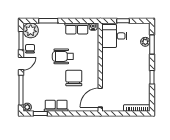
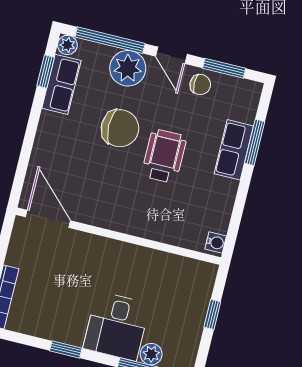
row of seats: (77, 28) -> (234, 150), moved
plant: (31, 30) -> (128, 68), moved
desk: (114, 36) -> (116, 326), moved, turned 180
chair: (74, 78) -> (120, 128), moved
row of seats: (56, 106) -> (61, 84), moved

